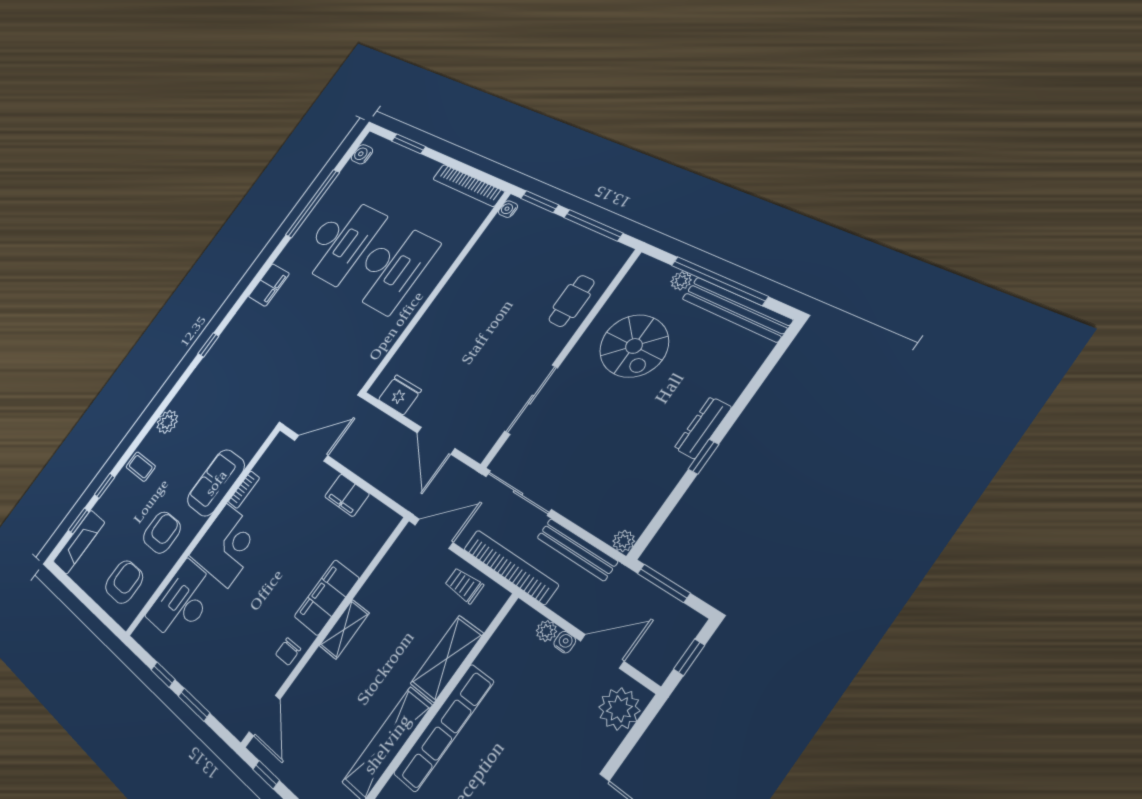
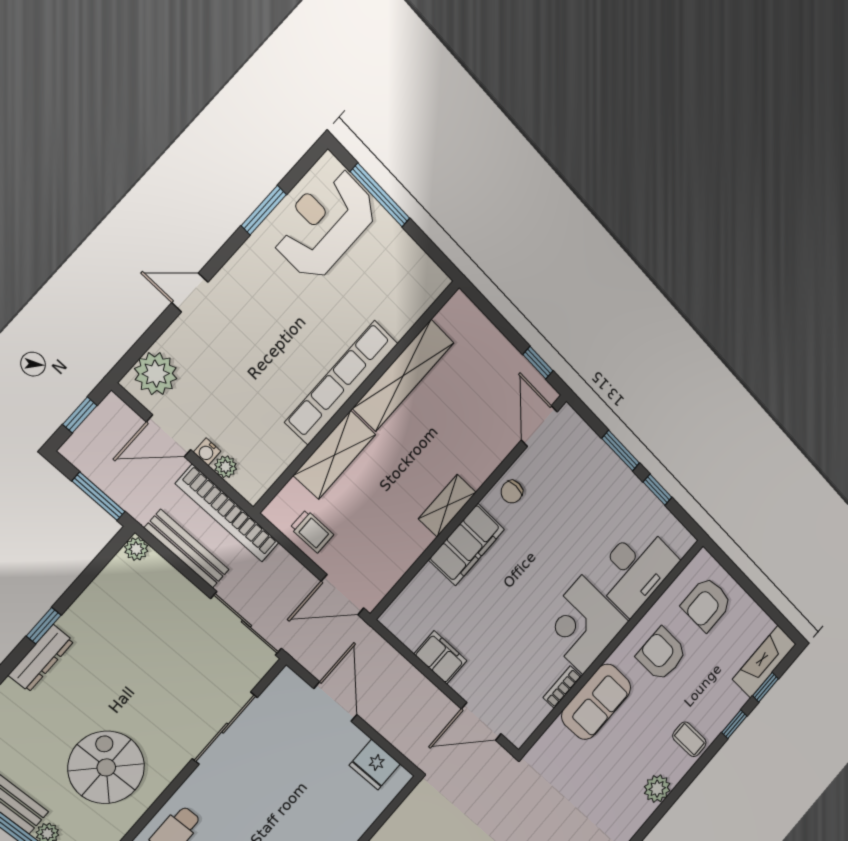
armchair: (162, 533) -> (662, 654), turned 90
bookcase: (510, 567) -> (228, 513), moved
chair: (288, 652) -> (512, 492), turned 180

